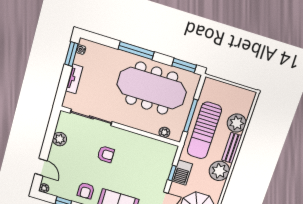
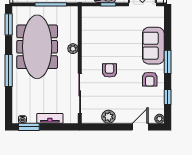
plant: (164, 132) -> (73, 49), moved
armchair: (86, 191) -> (150, 79), turned 90

